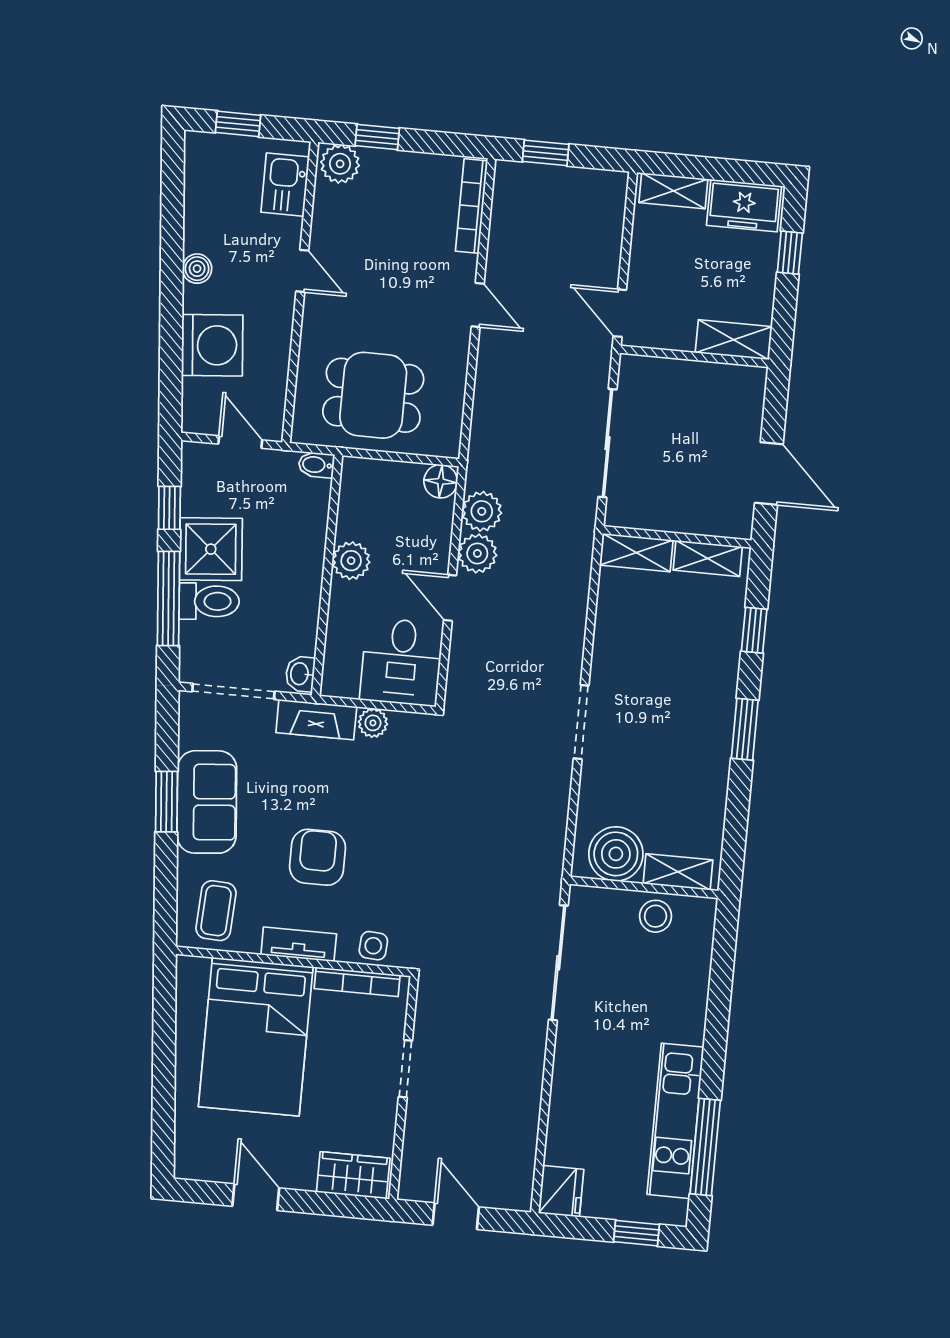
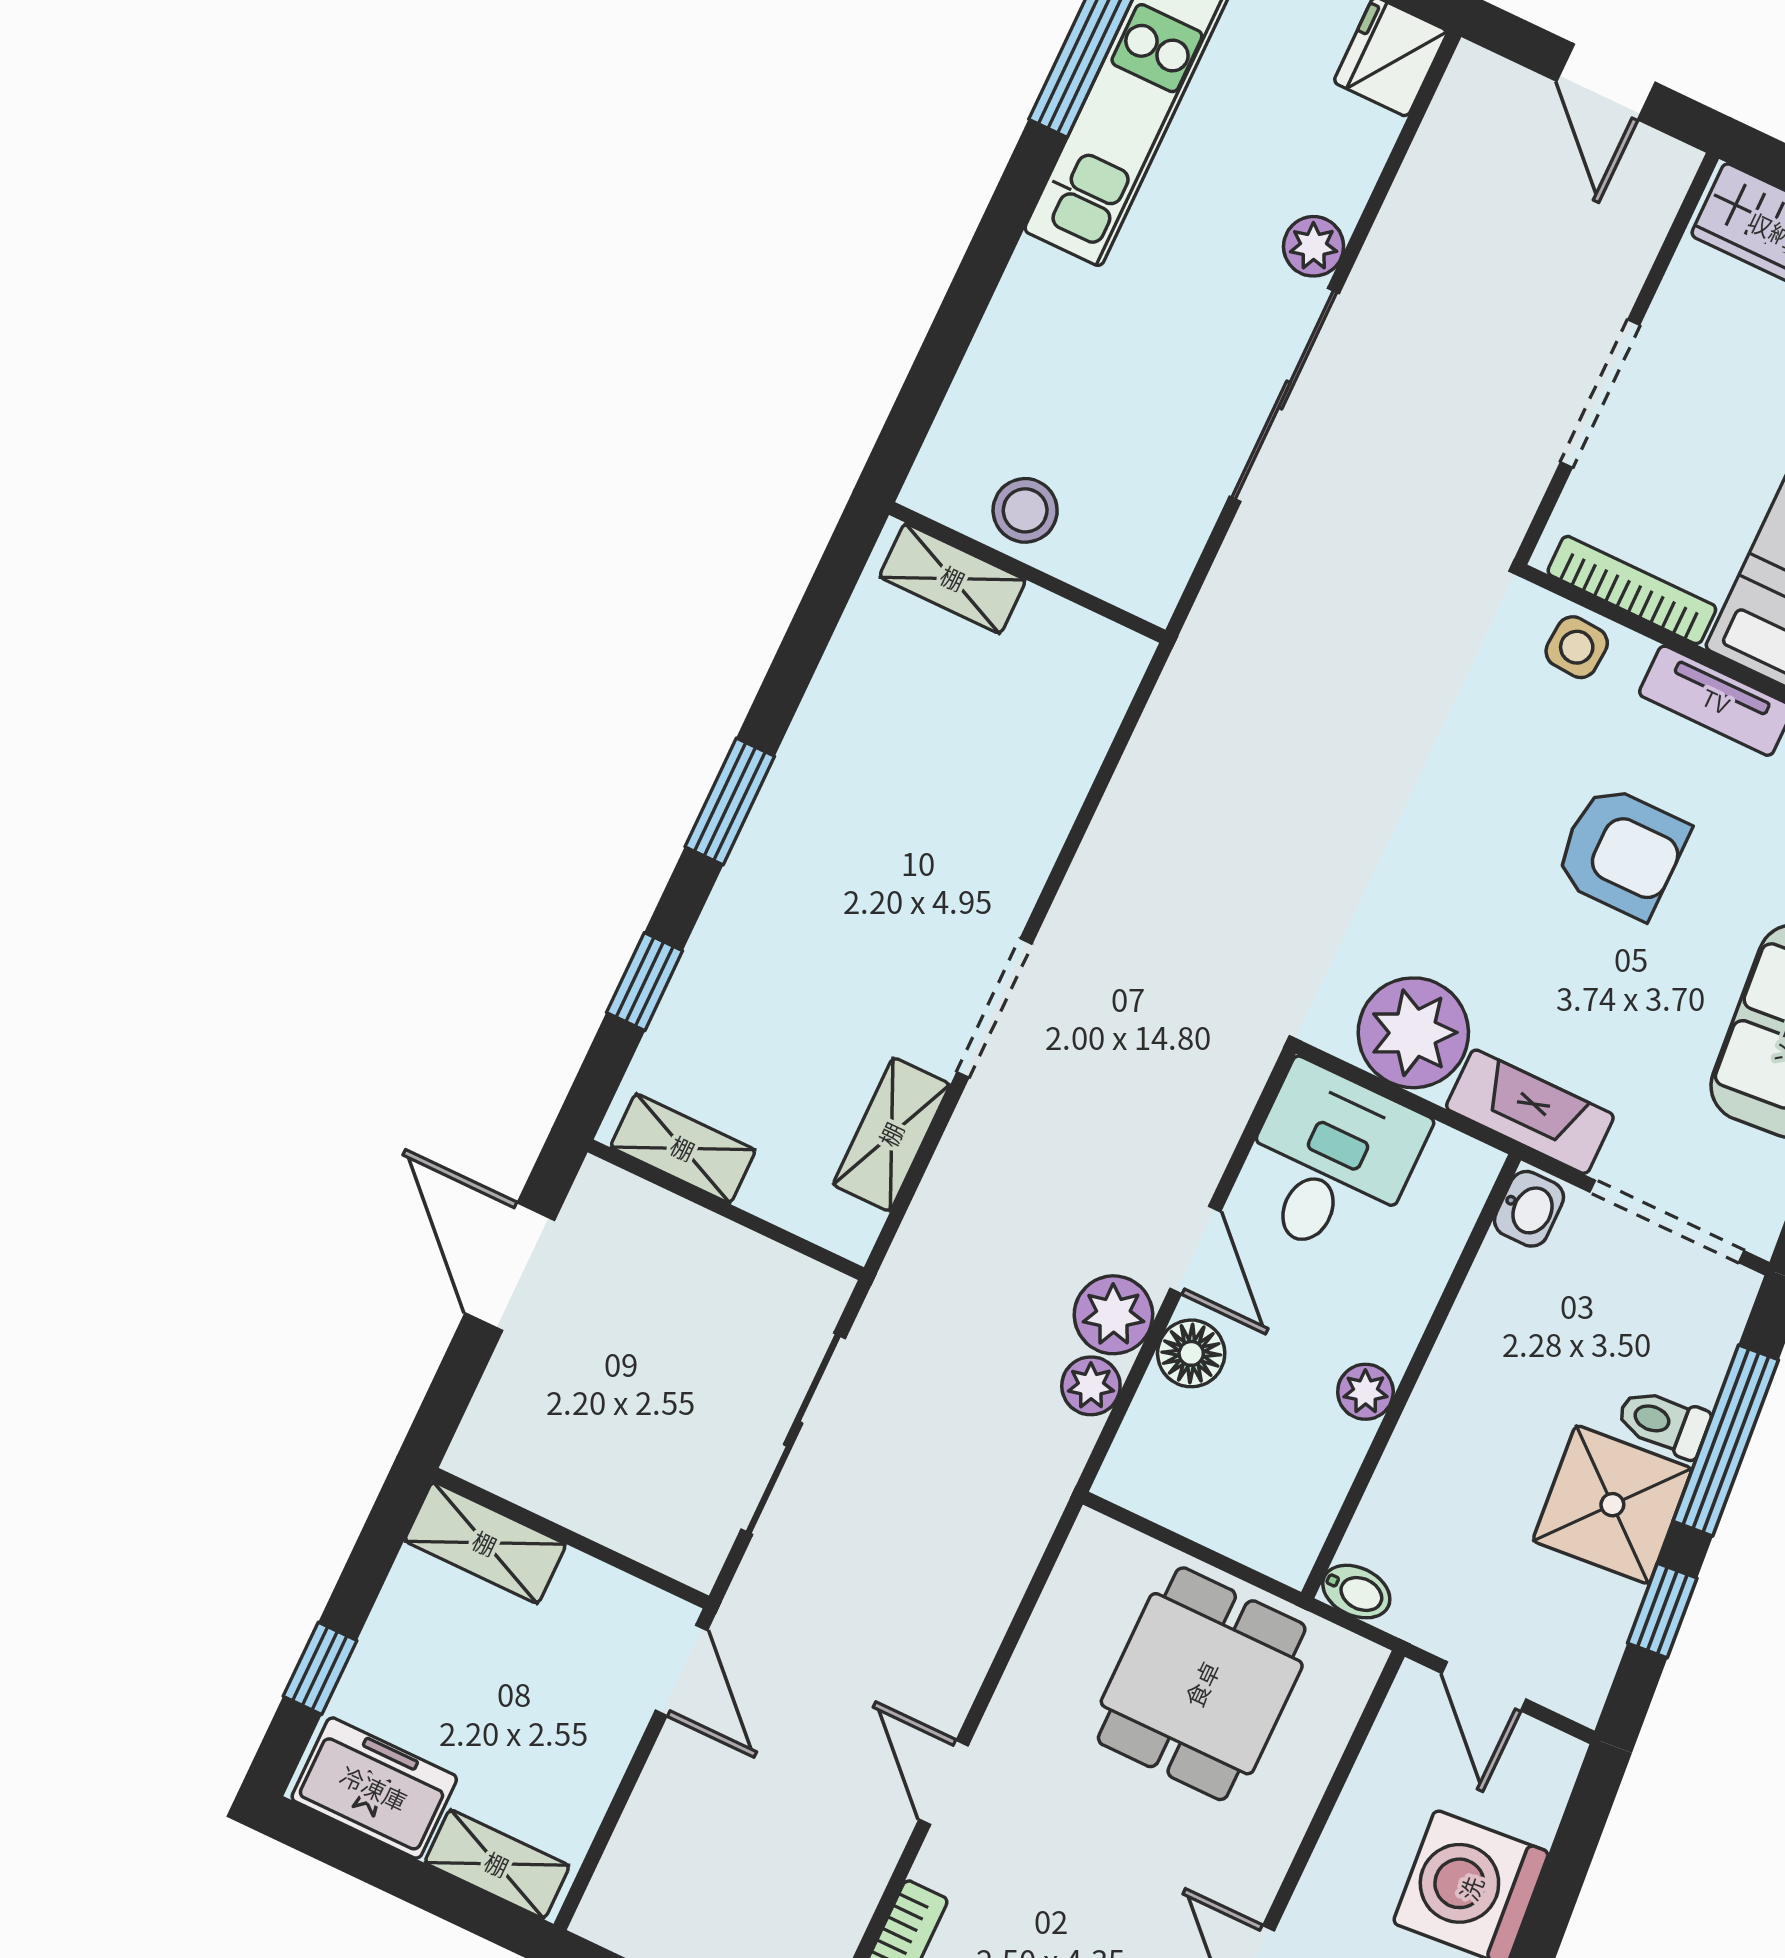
dining table: (373, 395) -> (1202, 1684), turned 90
floor lamp: (441, 481) -> (1191, 1353), moved
plant: (482, 511) -> (1091, 1386), width x0.73, depth x0.73
shelving: (636, 553) -> (891, 1134), moved, turned 90
plant: (351, 561) -> (1365, 1392), width x0.73, depth x0.73
toilet: (209, 601) -> (1663, 1423), width x0.73, depth x0.72
doorway: (581, 722) -> (994, 1008), moved
plant: (373, 723) -> (1413, 1033), width x1.87, depth x1.87
boiler: (616, 854) -> (1057, 655), removed
armchair: (318, 857) -> (1621, 852), turned -90
sliding door: (558, 963) -> (1284, 395), moved
doorway: (405, 1069) -> (1600, 394), width x1.38
plant: (565, 1089) -> (1314, 246), added

